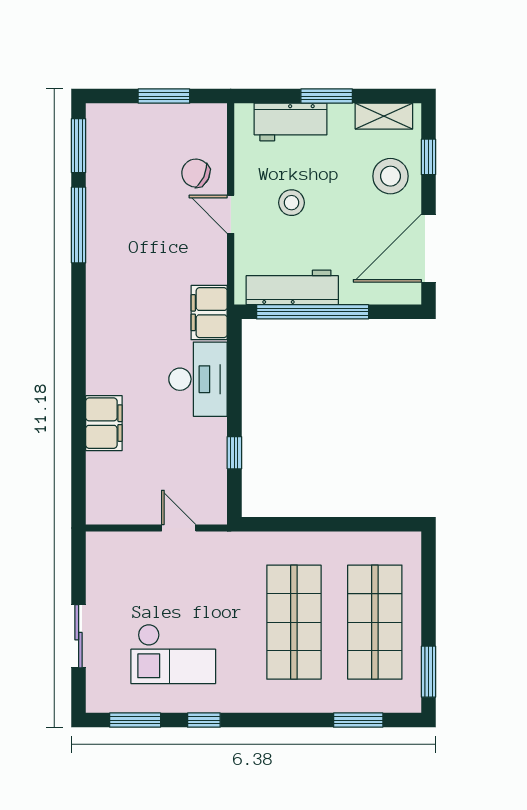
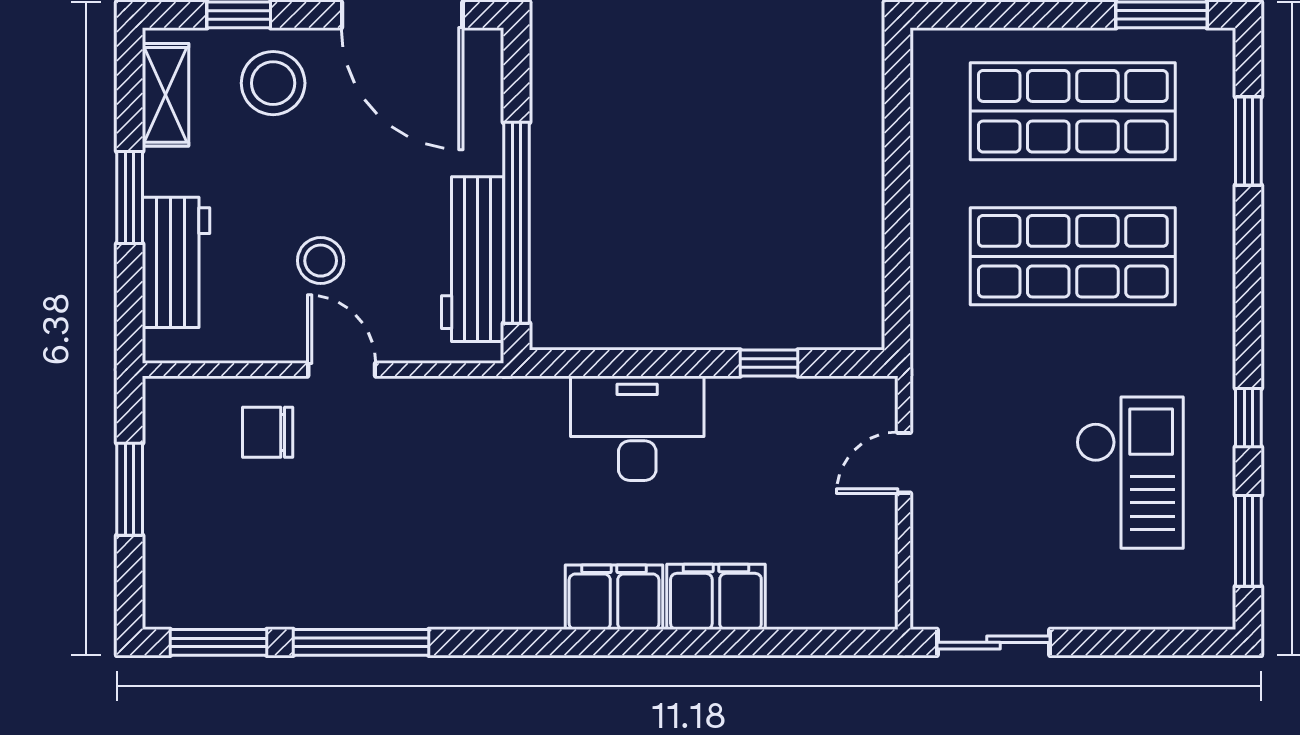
chair: (196, 173) -> (268, 432), turned 65
door: (231, 214) -> (342, 370), swing flipped
filing cabinet: (209, 313) -> (614, 597), moved, turned 180
sliding door: (79, 636) -> (993, 642), moved

